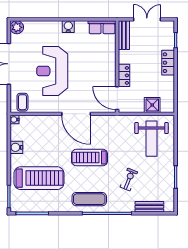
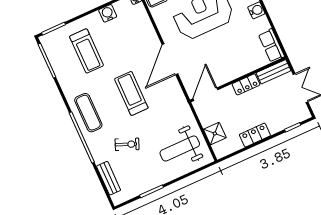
locker: (168, 63) -> (255, 135), moved
locker: (124, 75) -> (246, 84), moved
treadmill: (39, 178) -> (87, 51), width x0.73, depth x0.73

